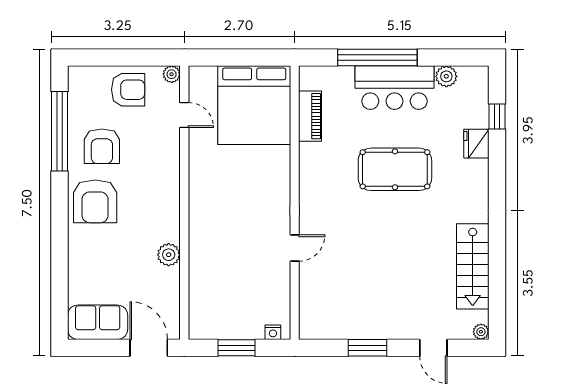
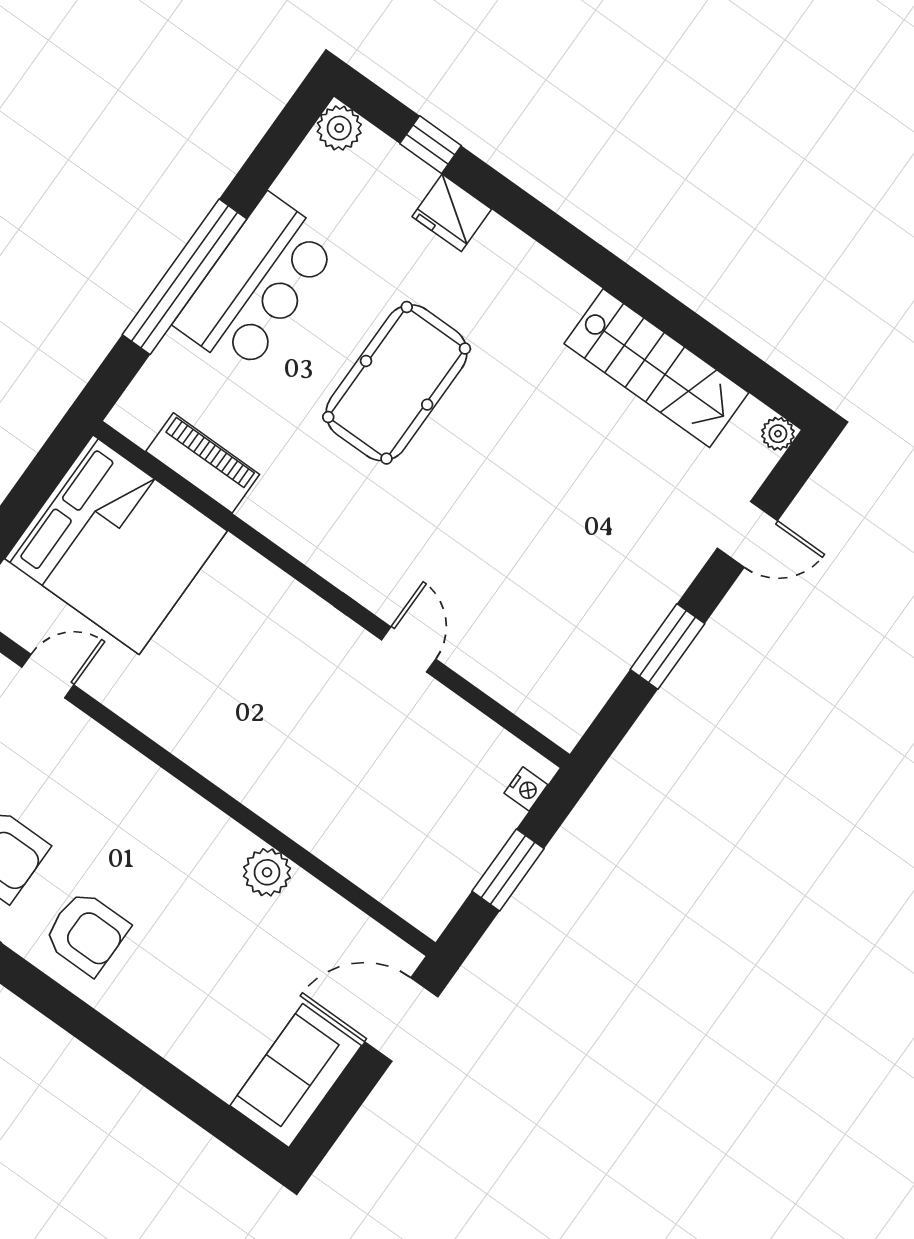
plant: (446, 76) -> (339, 128), moved
armchair: (95, 201) -> (86, 933), width x0.73, depth x0.73

